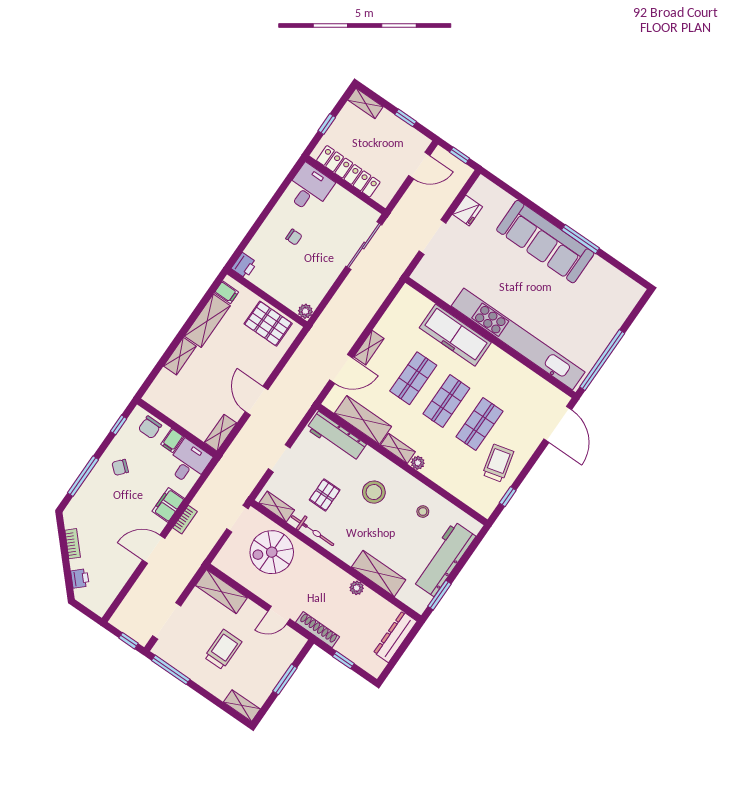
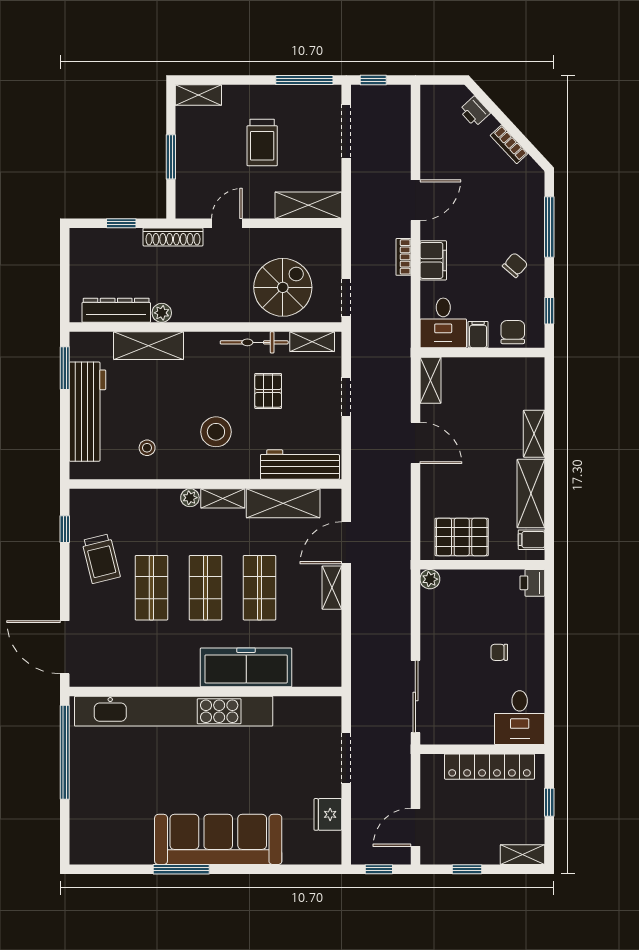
dresser: (395, 637) -> (116, 310), moved, turned -90

